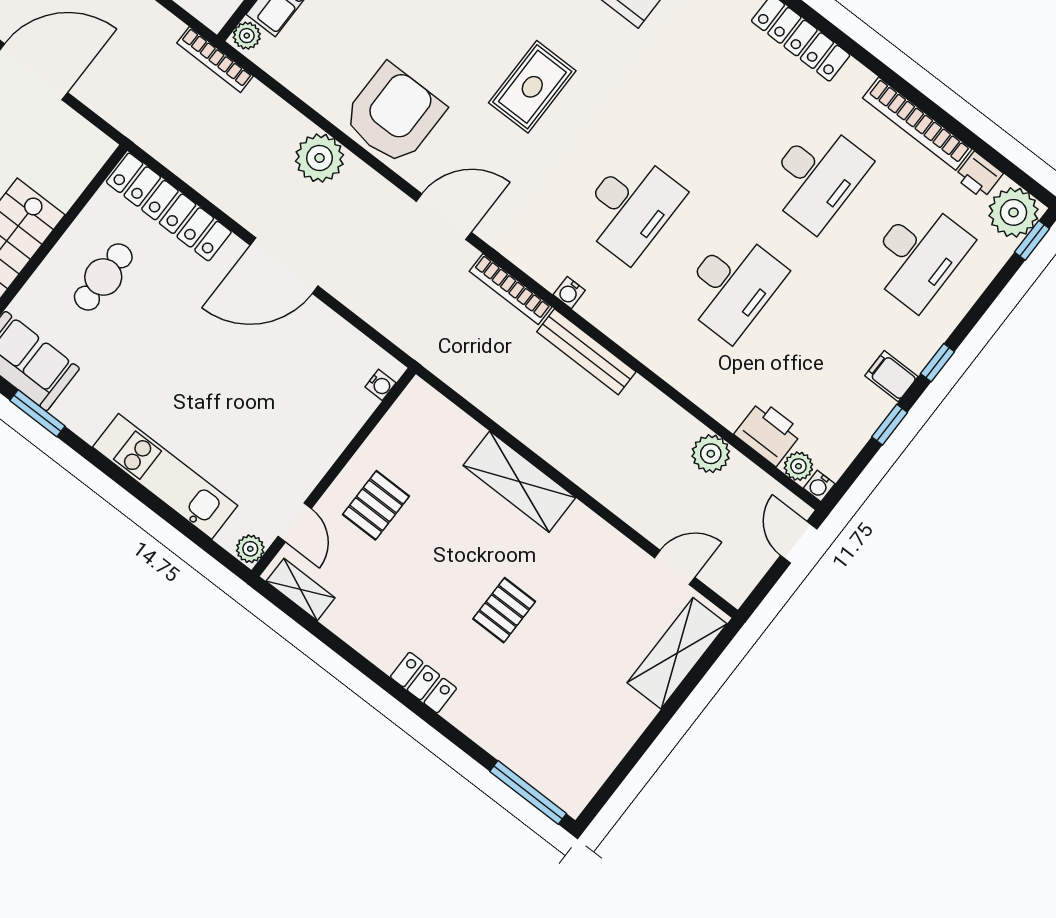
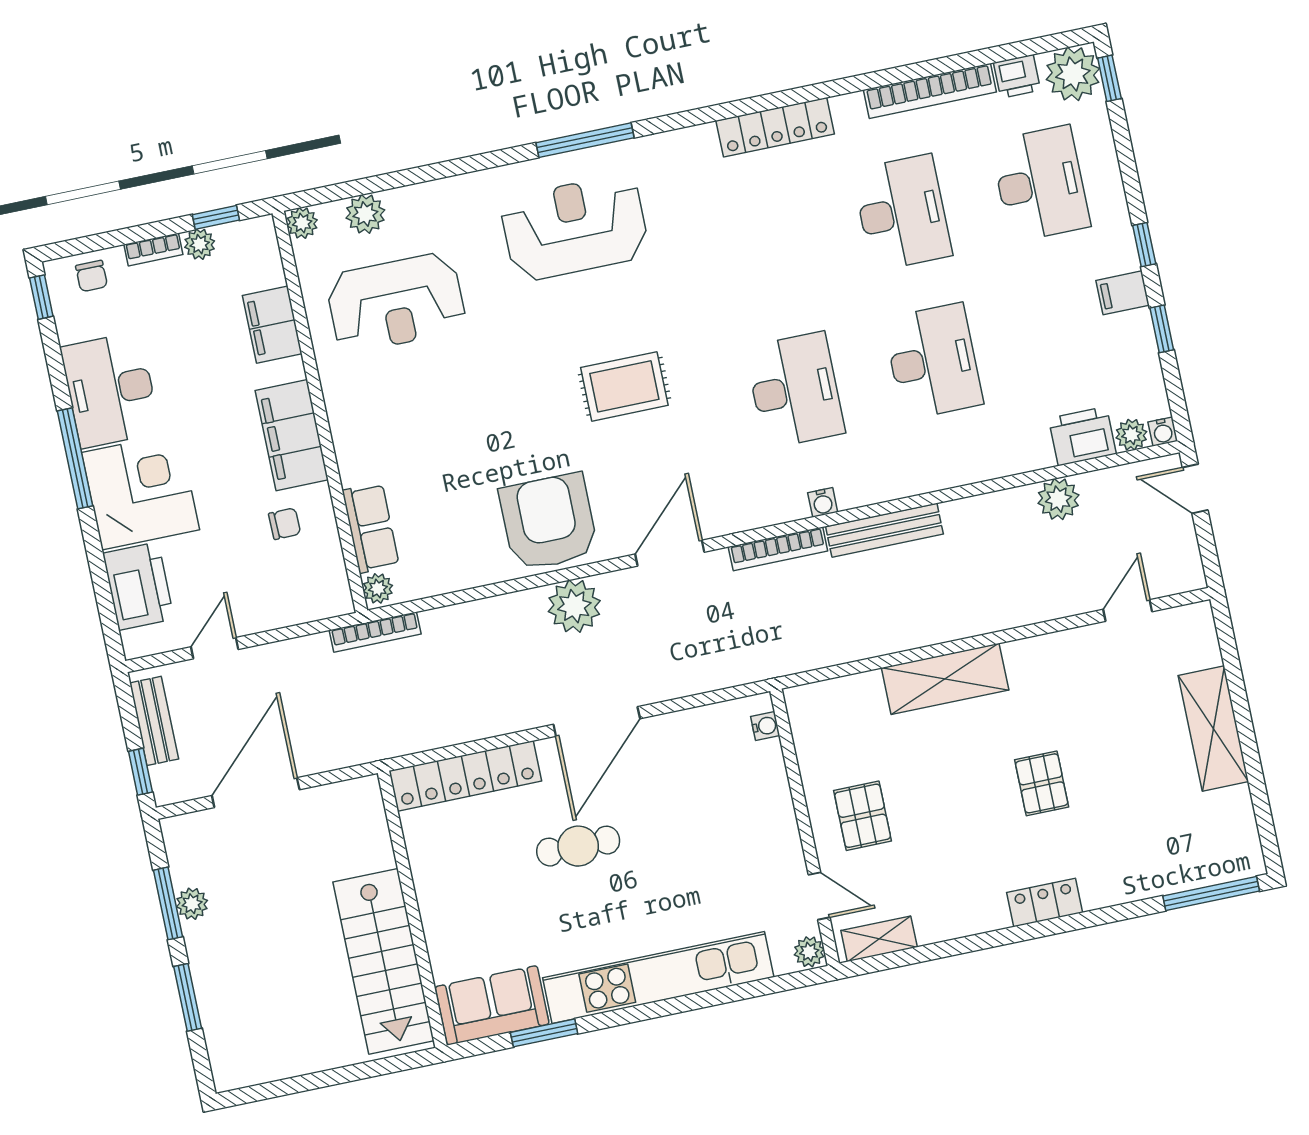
rug: (532, 87) -> (624, 386), turned 90
plant: (320, 158) -> (574, 606), moved
cafe table: (103, 277) -> (578, 846), moved, turned 90
kitchen unit: (165, 476) -> (658, 977), width x1.36
shelving: (677, 653) -> (1213, 729), moved

